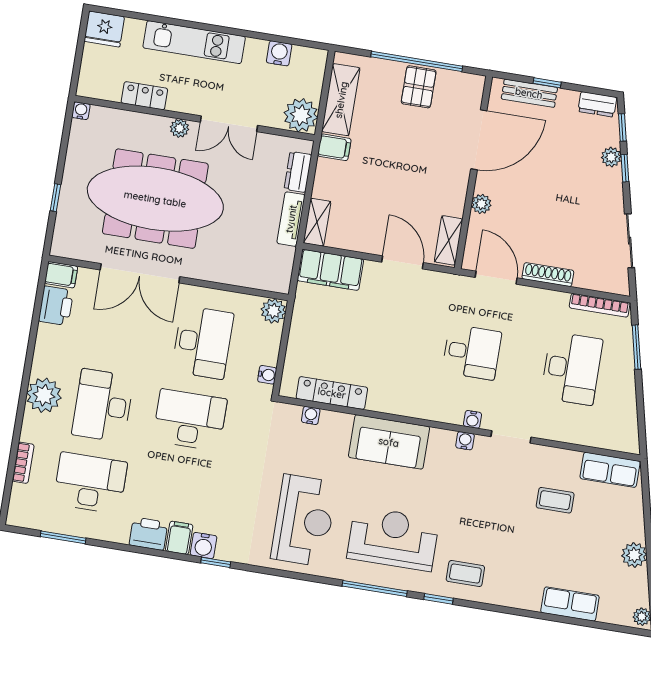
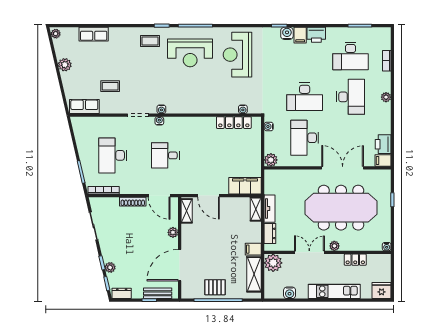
pallet: (419, 87) -> (215, 287), turned 90
plant: (44, 395) -> (386, 97), width x0.53, depth x0.53
sofa: (389, 442) -> (200, 102), removed

